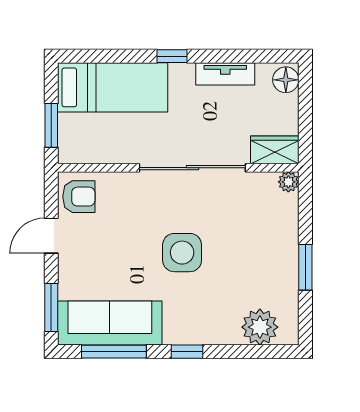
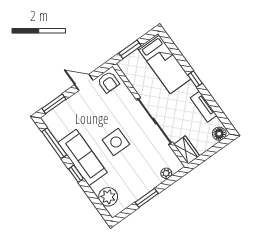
plant: (288, 182) -> (166, 173), moved
sofa: (110, 323) -> (82, 158), moved

